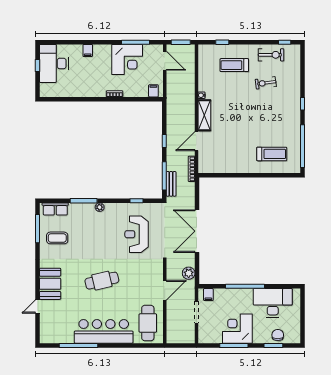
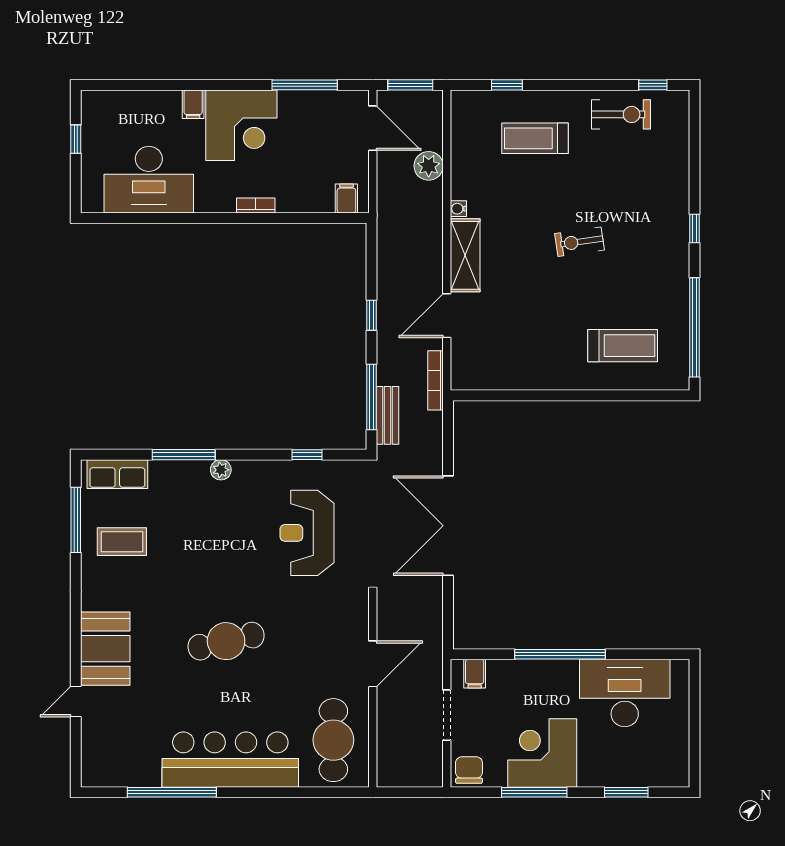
corner desk: (127, 59) -> (241, 125), moved
desk: (54, 63) -> (149, 180), moved, turned -90
exercise bike: (266, 83) -> (580, 242), moved
plant: (189, 273) -> (429, 166), moved
chair: (278, 335) -> (469, 770), moved

